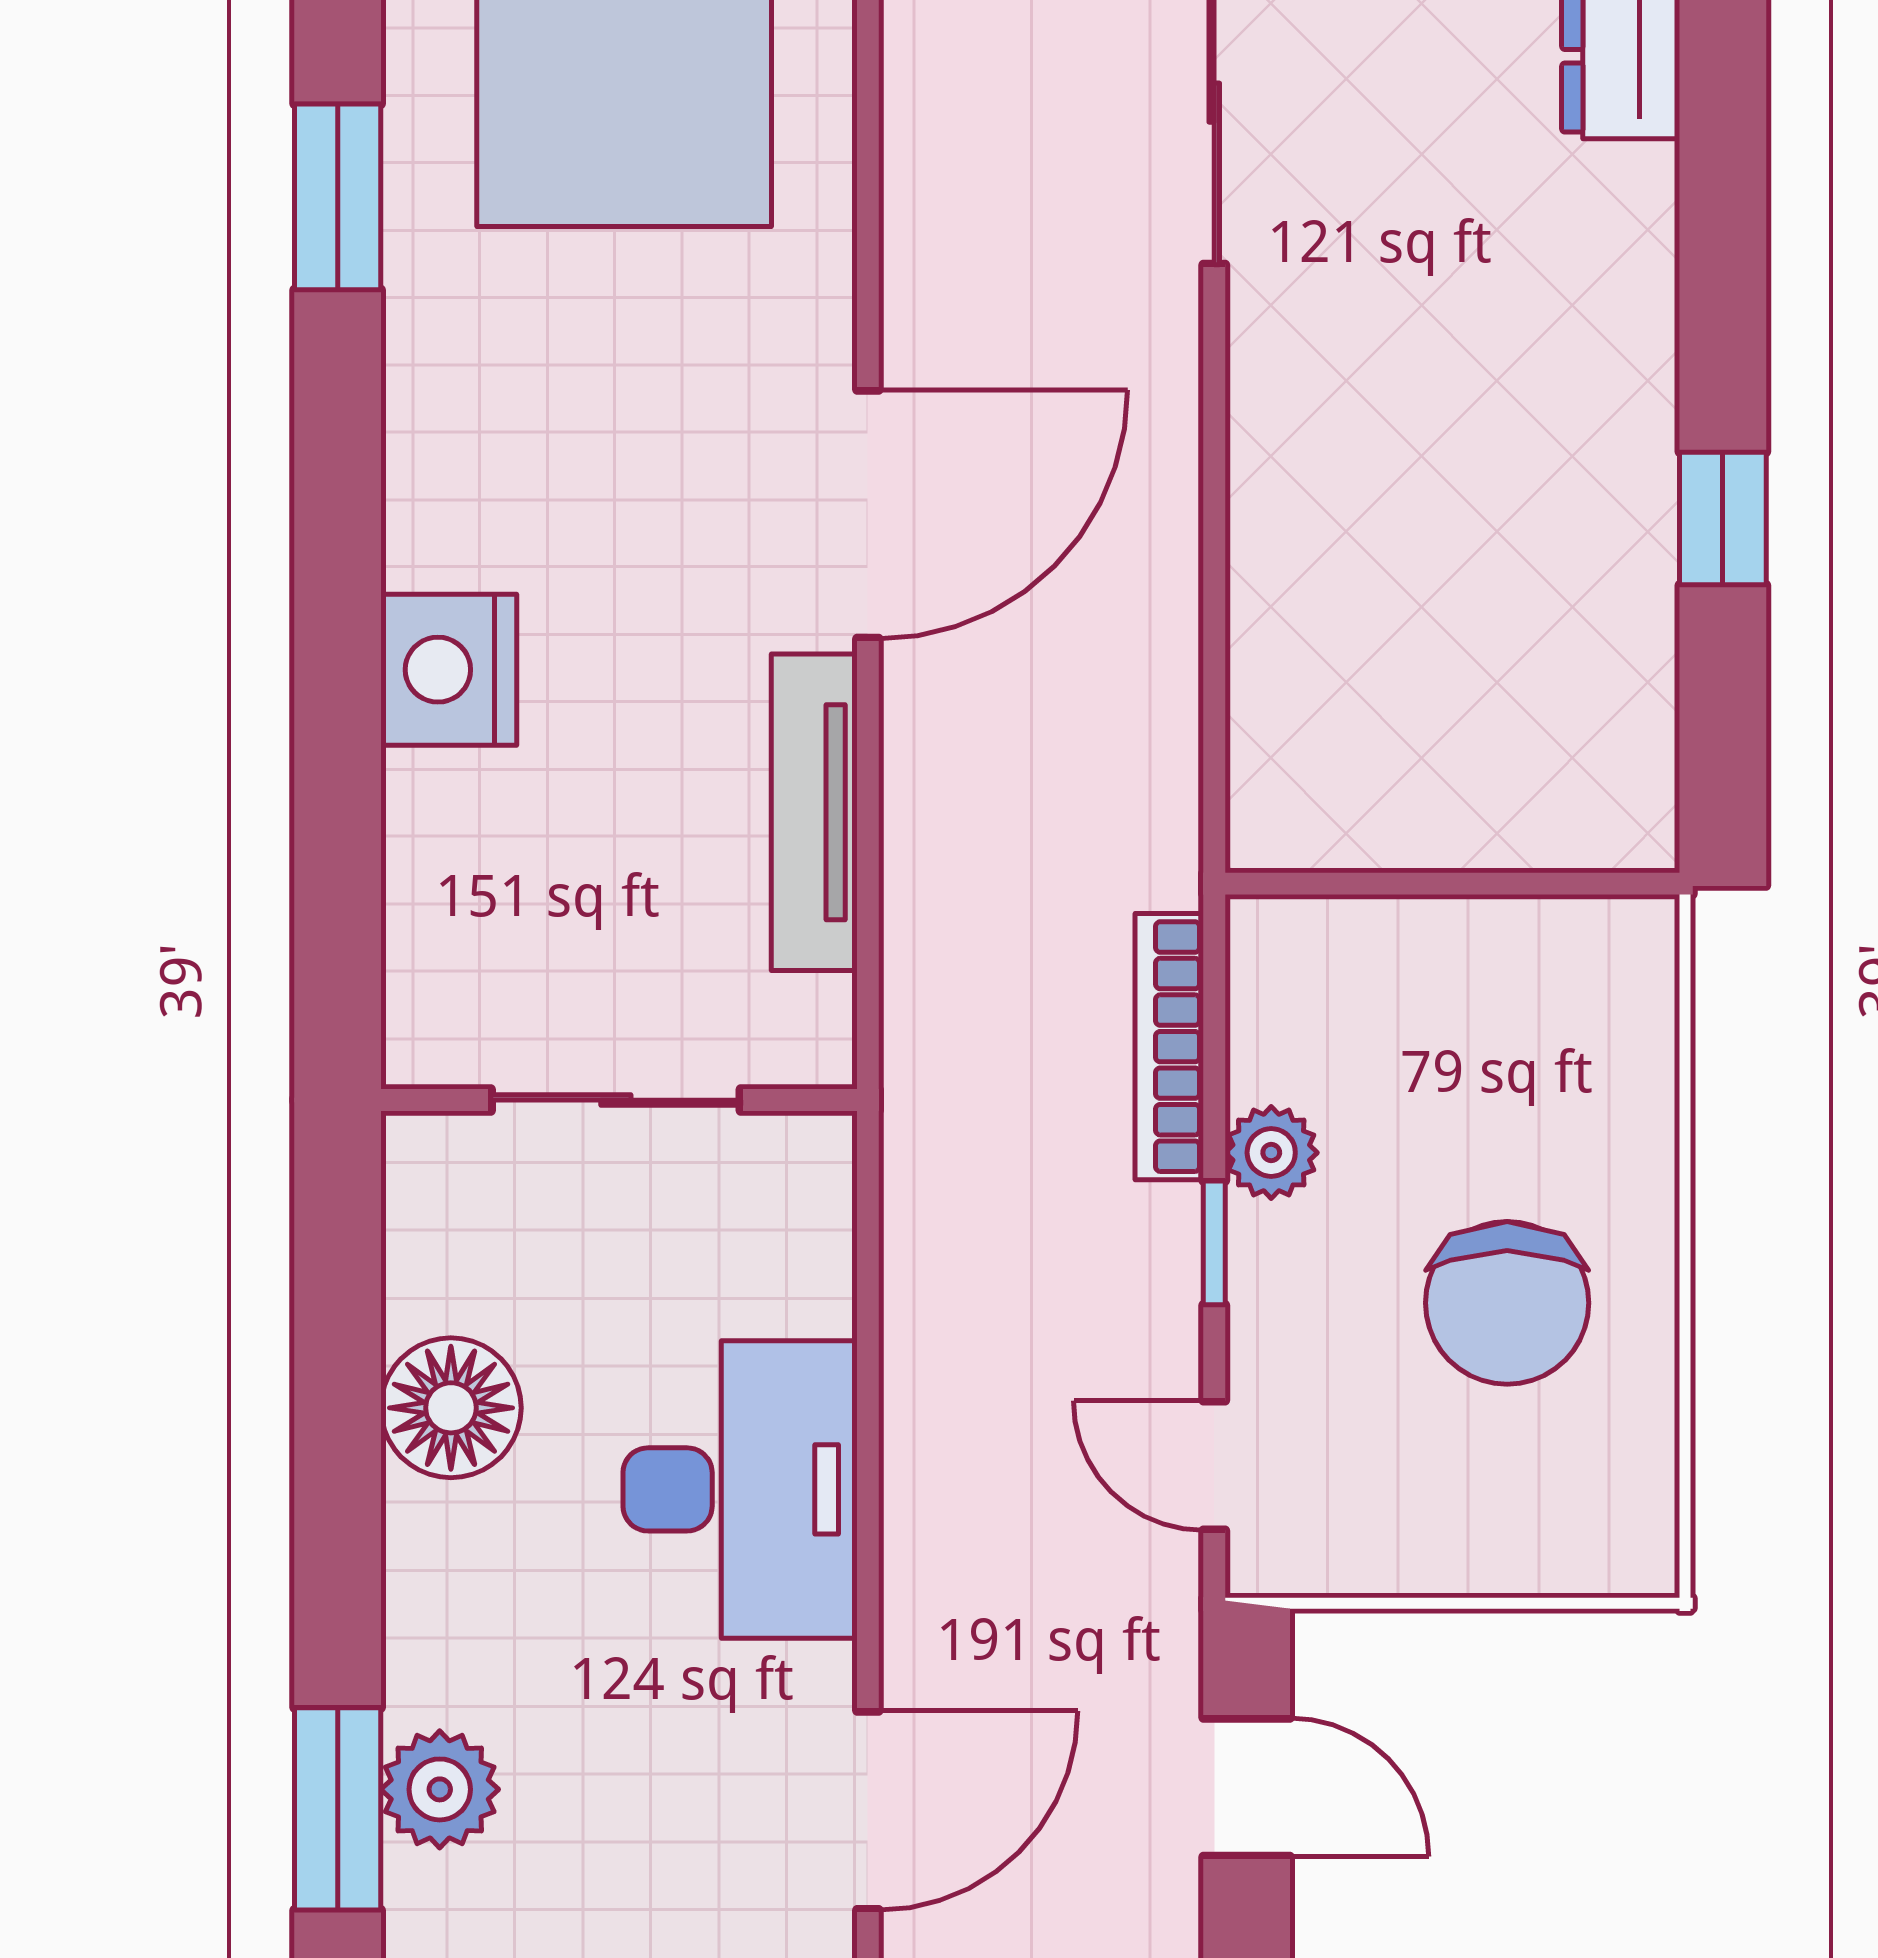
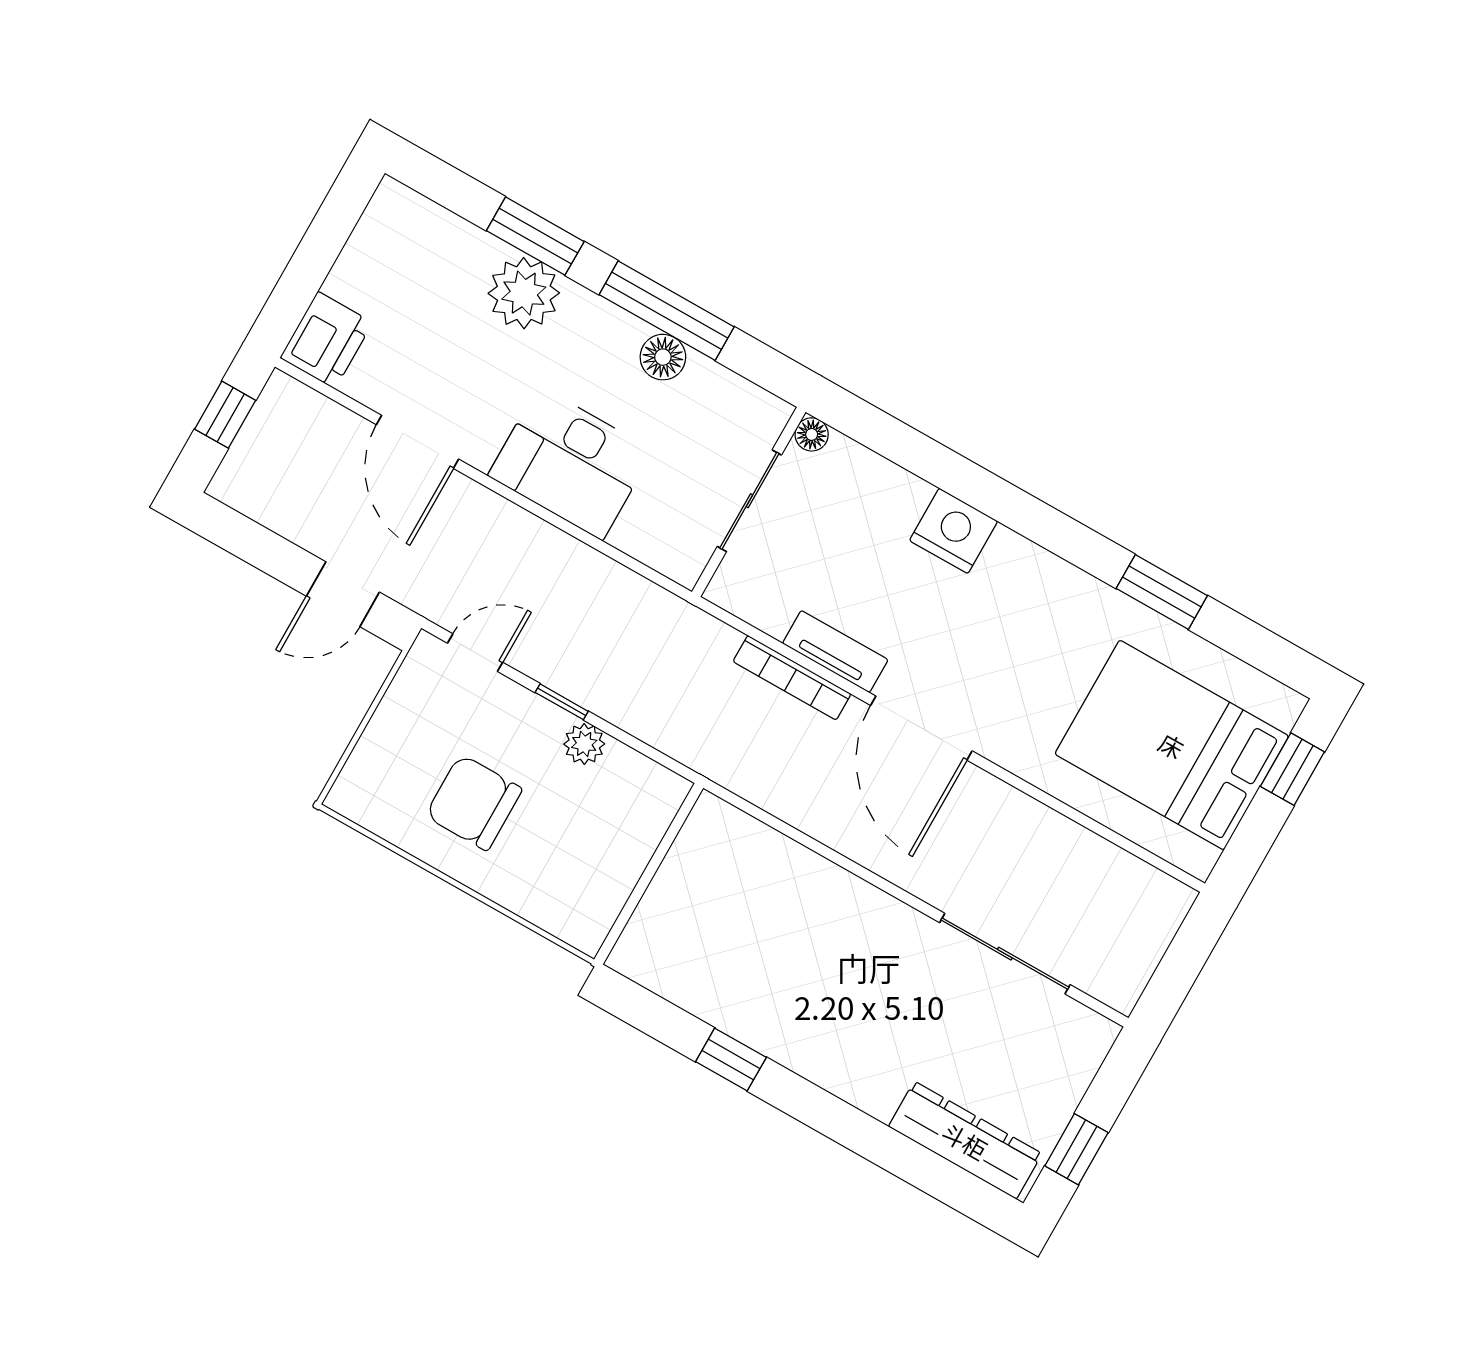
tv unit: (814, 812) -> (835, 652), width x0.71
bookcase: (1169, 1047) -> (792, 678), moved, turned 180
floor lamp: (418, 1052) -> (812, 434), added
floor lamp: (451, 1408) -> (663, 357), width x0.73, depth x0.73
window: (338, 1471) -> (667, 311), added
plant: (440, 1789) -> (524, 293), width x1.36, depth x1.36

